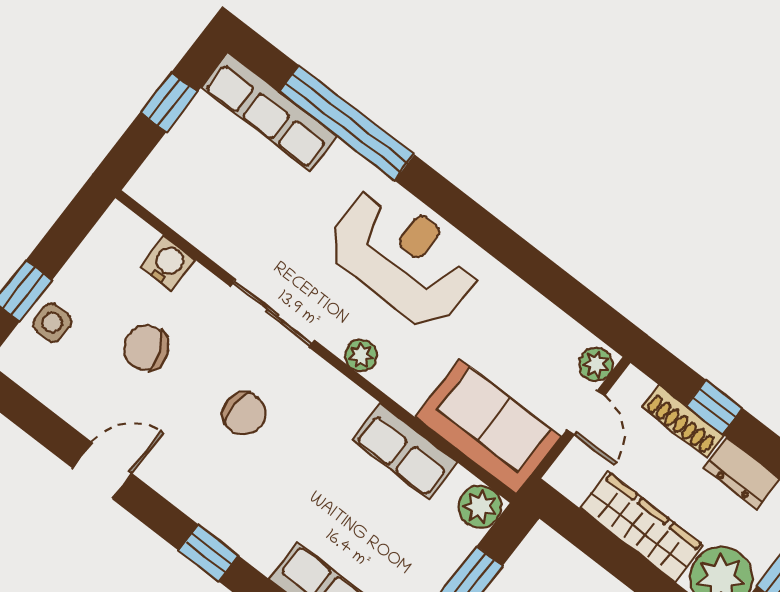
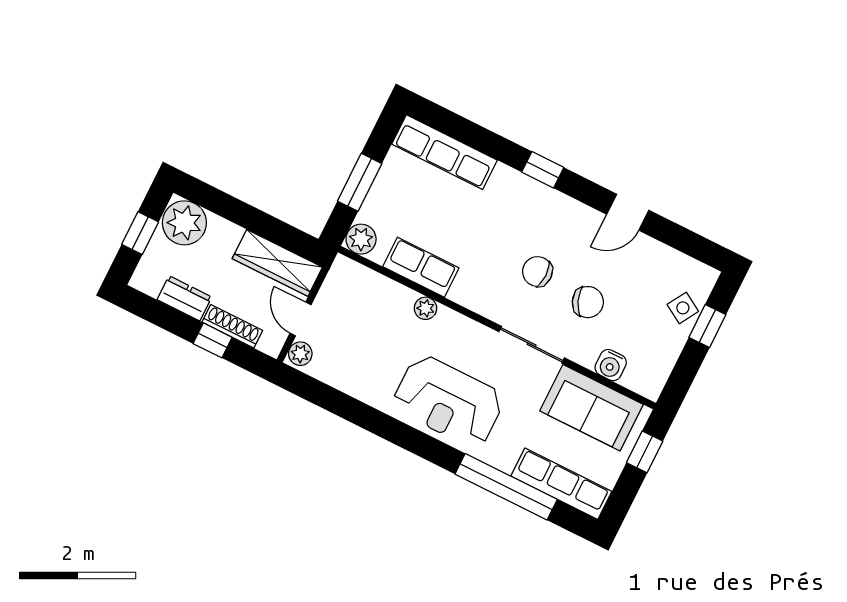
window: (169, 102) -> (645, 452), moved
side table: (52, 323) -> (683, 308), turned 31
chair: (146, 348) -> (588, 302), moved
plant: (361, 355) -> (425, 308), moved
sofa: (488, 427) -> (591, 408), moved
wardrobe: (641, 527) -> (277, 263), moved

